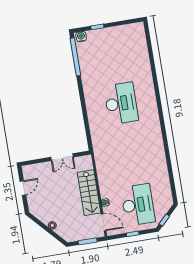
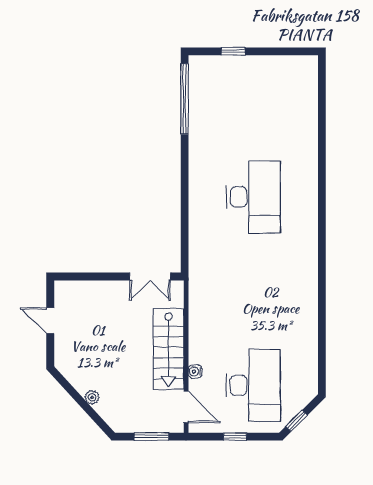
water cooler: (81, 37) -> (201, 64), removed
double door: (62, 157) -> (150, 276), moved
door: (23, 188) -> (50, 321), swing flipped

